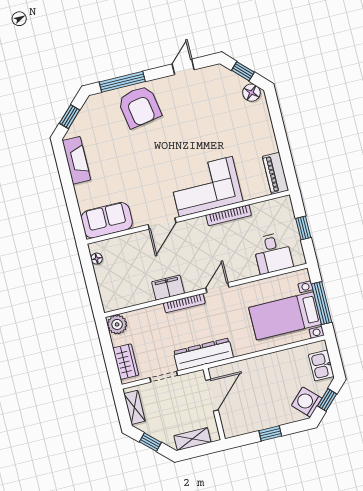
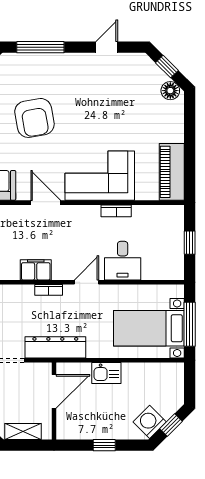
armchair: (139, 107) -> (34, 118), moved
piano: (276, 173) -> (172, 172), width x1.37, depth x1.33
bookcase: (229, 215) -> (116, 211), width x0.64
door: (162, 224) -> (46, 203), swing flipped
desk: (273, 253) -> (123, 261), moved
bookcase: (184, 303) -> (49, 290), width x0.64
kitchen sink: (321, 366) -> (106, 373), moved, turned -90

